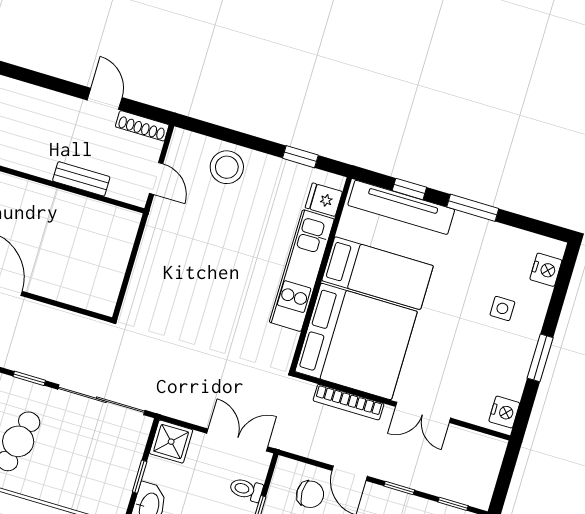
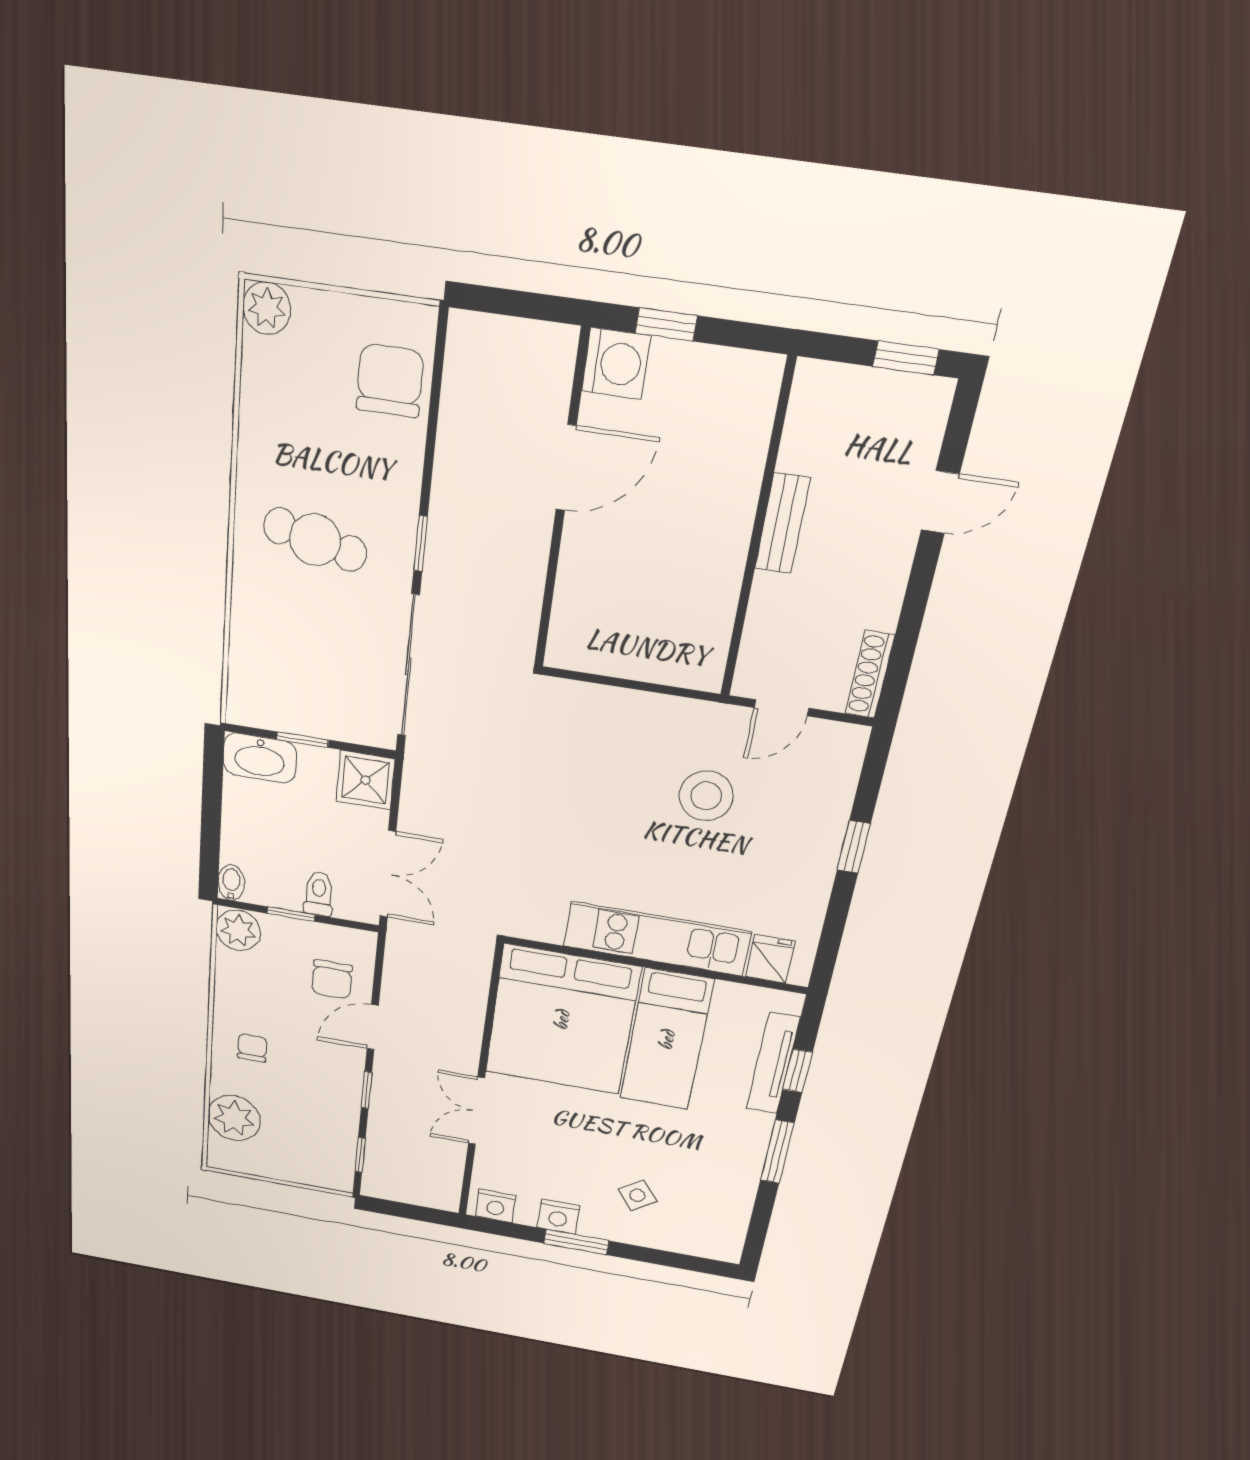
door: (105, 99) -> (940, 502), moved
window: (300, 157) -> (854, 847), moved
stool: (227, 167) -> (706, 796), moved
bench: (81, 179) -> (782, 523), moved
tv unit: (401, 207) -> (773, 1063), width x0.73, depth x0.78
nightstand: (546, 270) -> (558, 1217), moved
side table: (502, 308) -> (637, 1195), turned -37
bookcase: (348, 402) -> (473, 1017), removed

